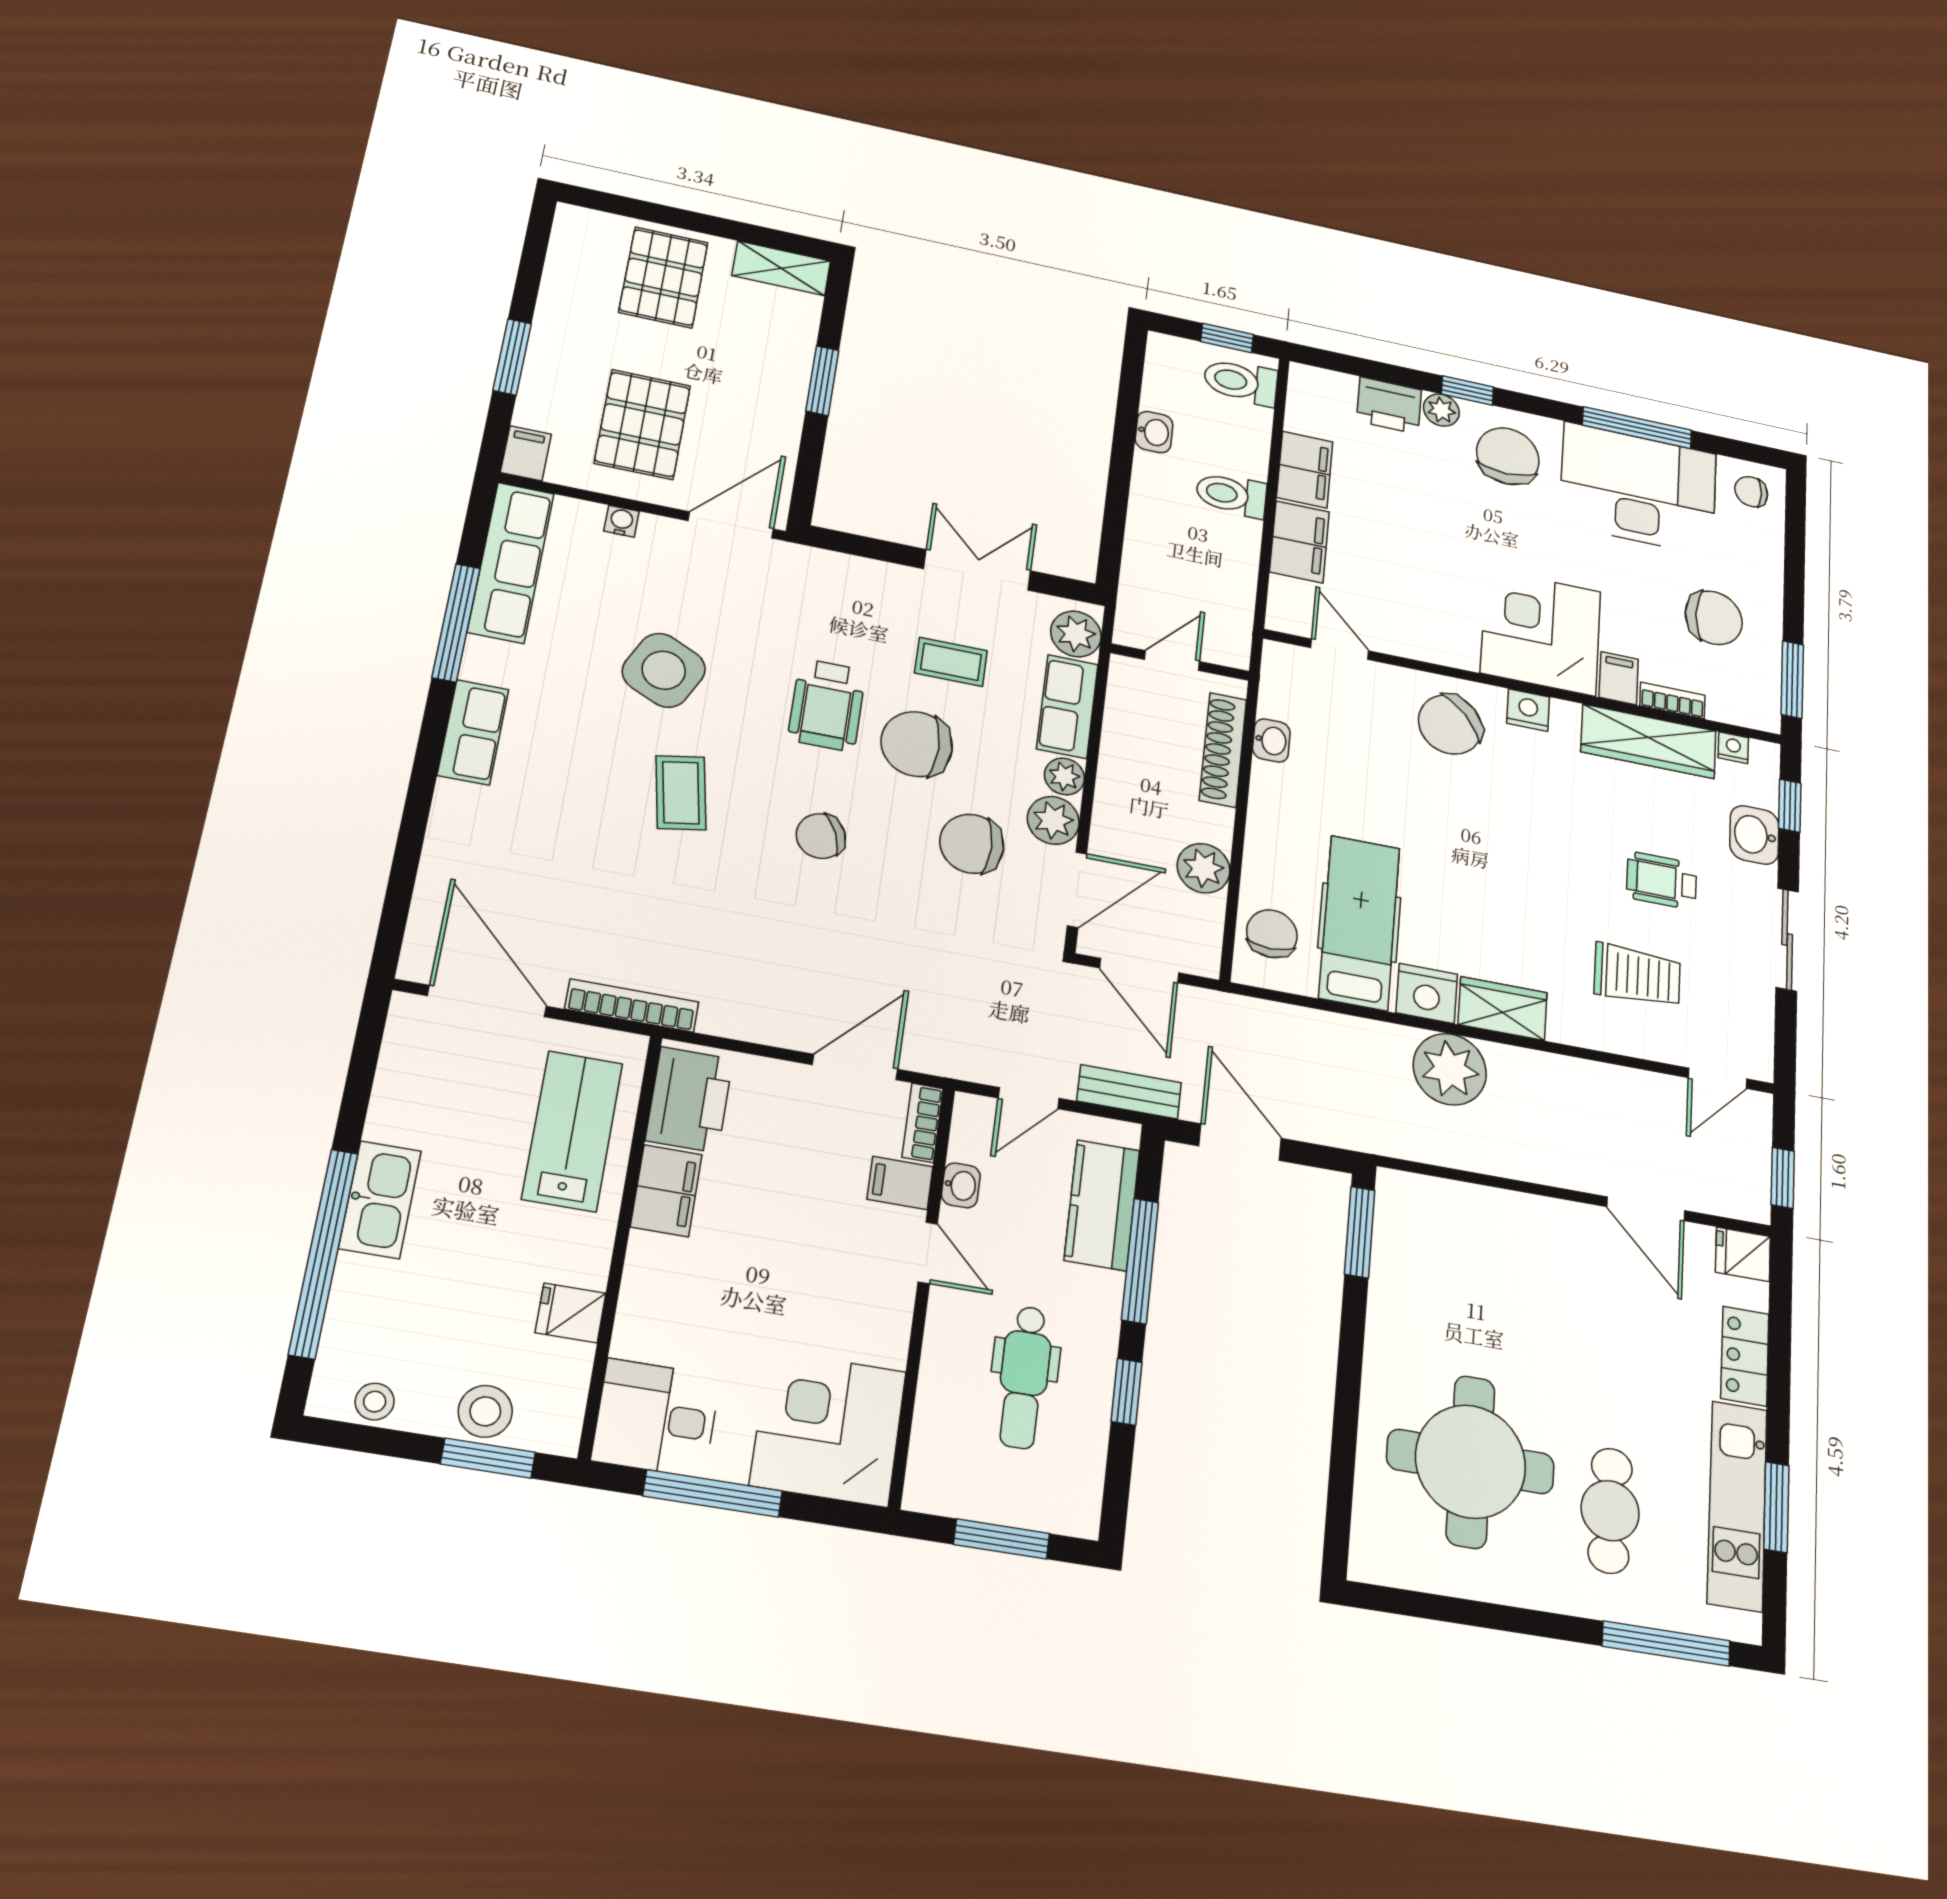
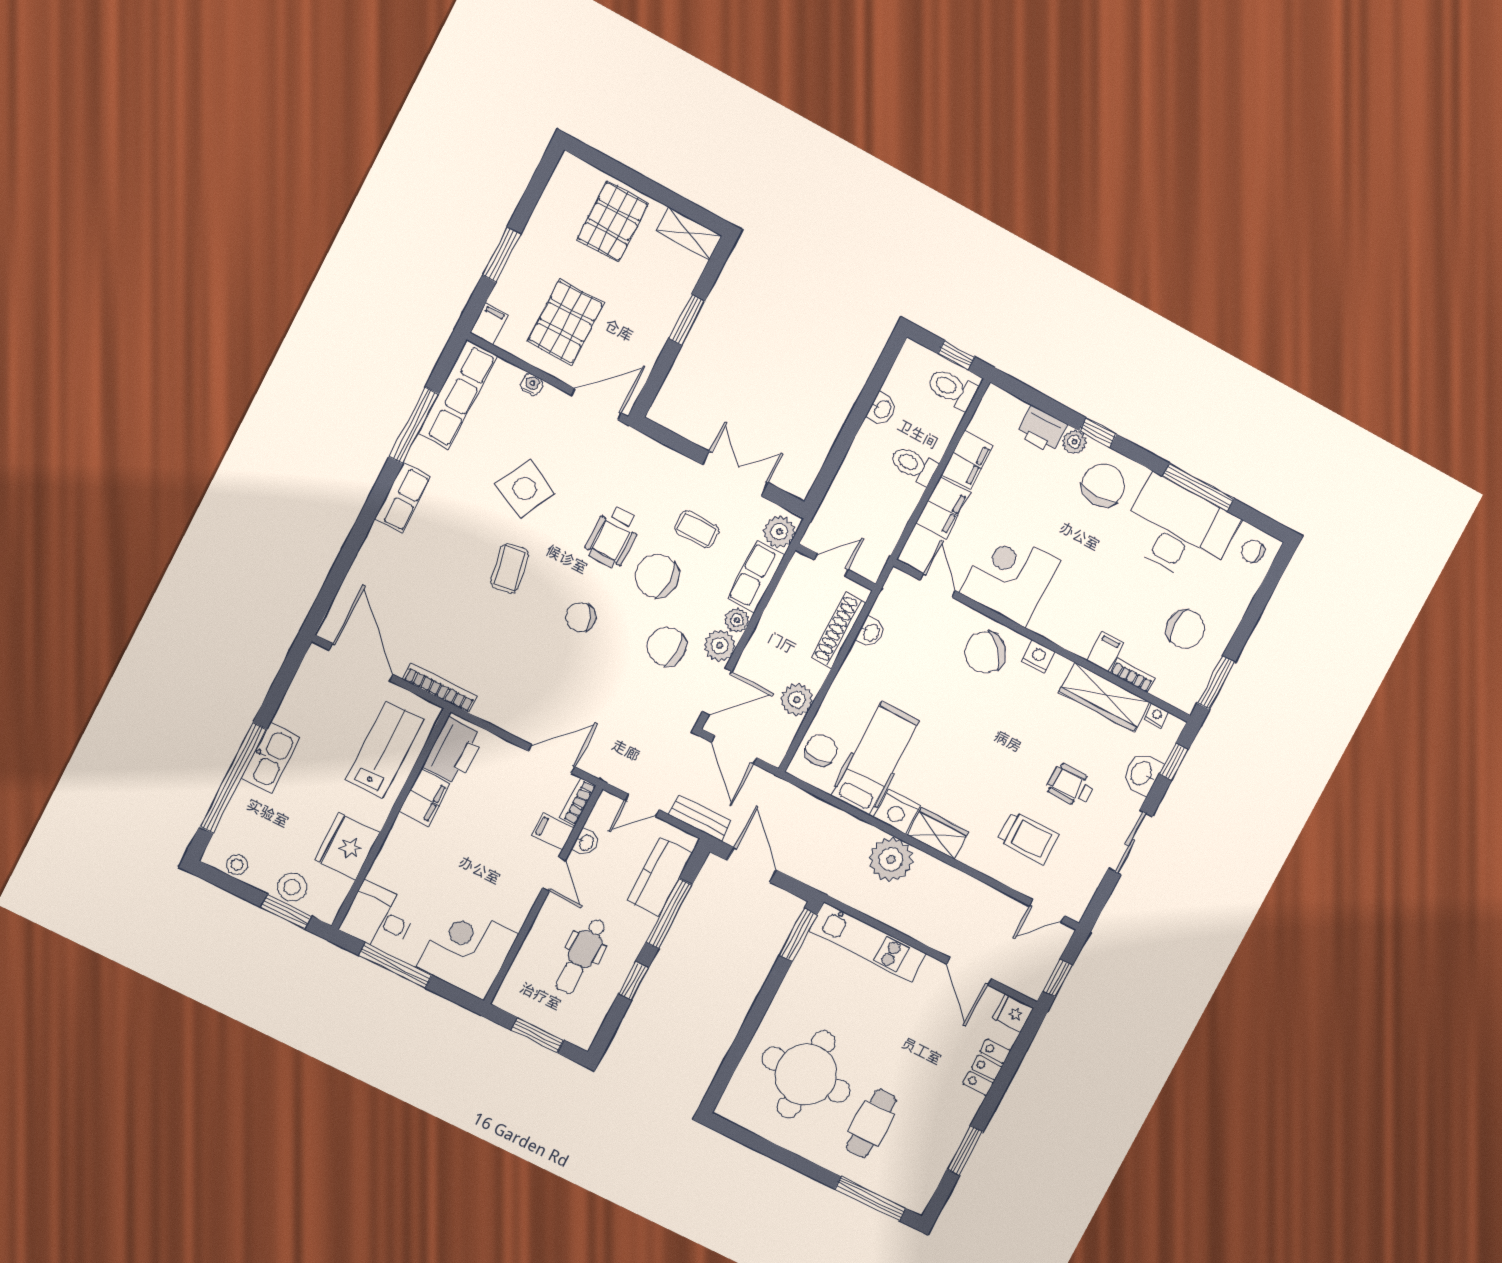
corner desk: (1541, 632) -> (1010, 576), moved
fridge: (571, 1313) -> (347, 846), width x1.88, depth x1.34
kitchen unit: (1737, 1506) -> (868, 942), moved, turned -90

